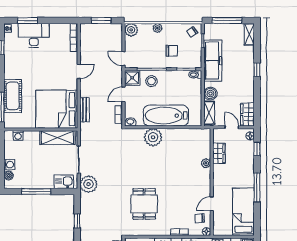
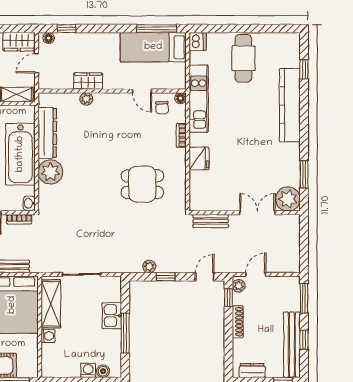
dresser: (181, 135) -> (47, 133), added
washing machine: (18, 136) -> (48, 336), moved
wardrobe: (219, 153) -> (88, 81), moved
kitchen sink: (64, 182) -> (112, 316), moved
plant: (88, 184) -> (149, 266), moved, width x0.53, depth x0.53
window: (257, 187) -> (157, 29), moved

